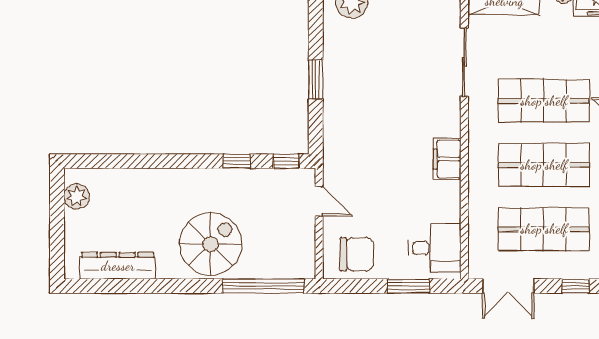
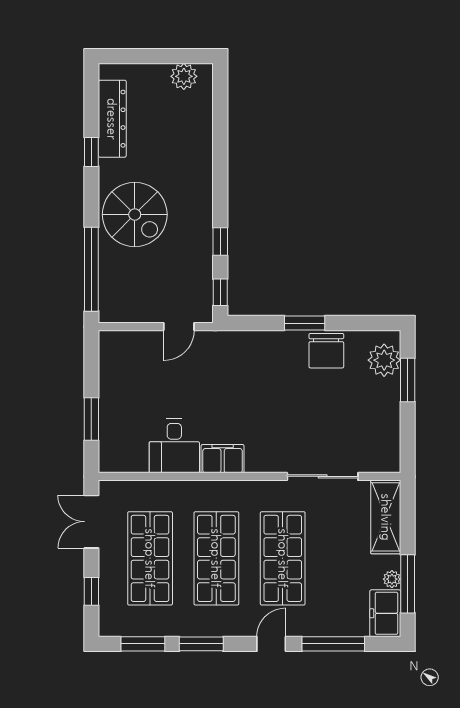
desk: (435, 248) -> (174, 446), moved
chair: (357, 254) -> (326, 351), moved
window: (150, 286) -> (91, 152), added

